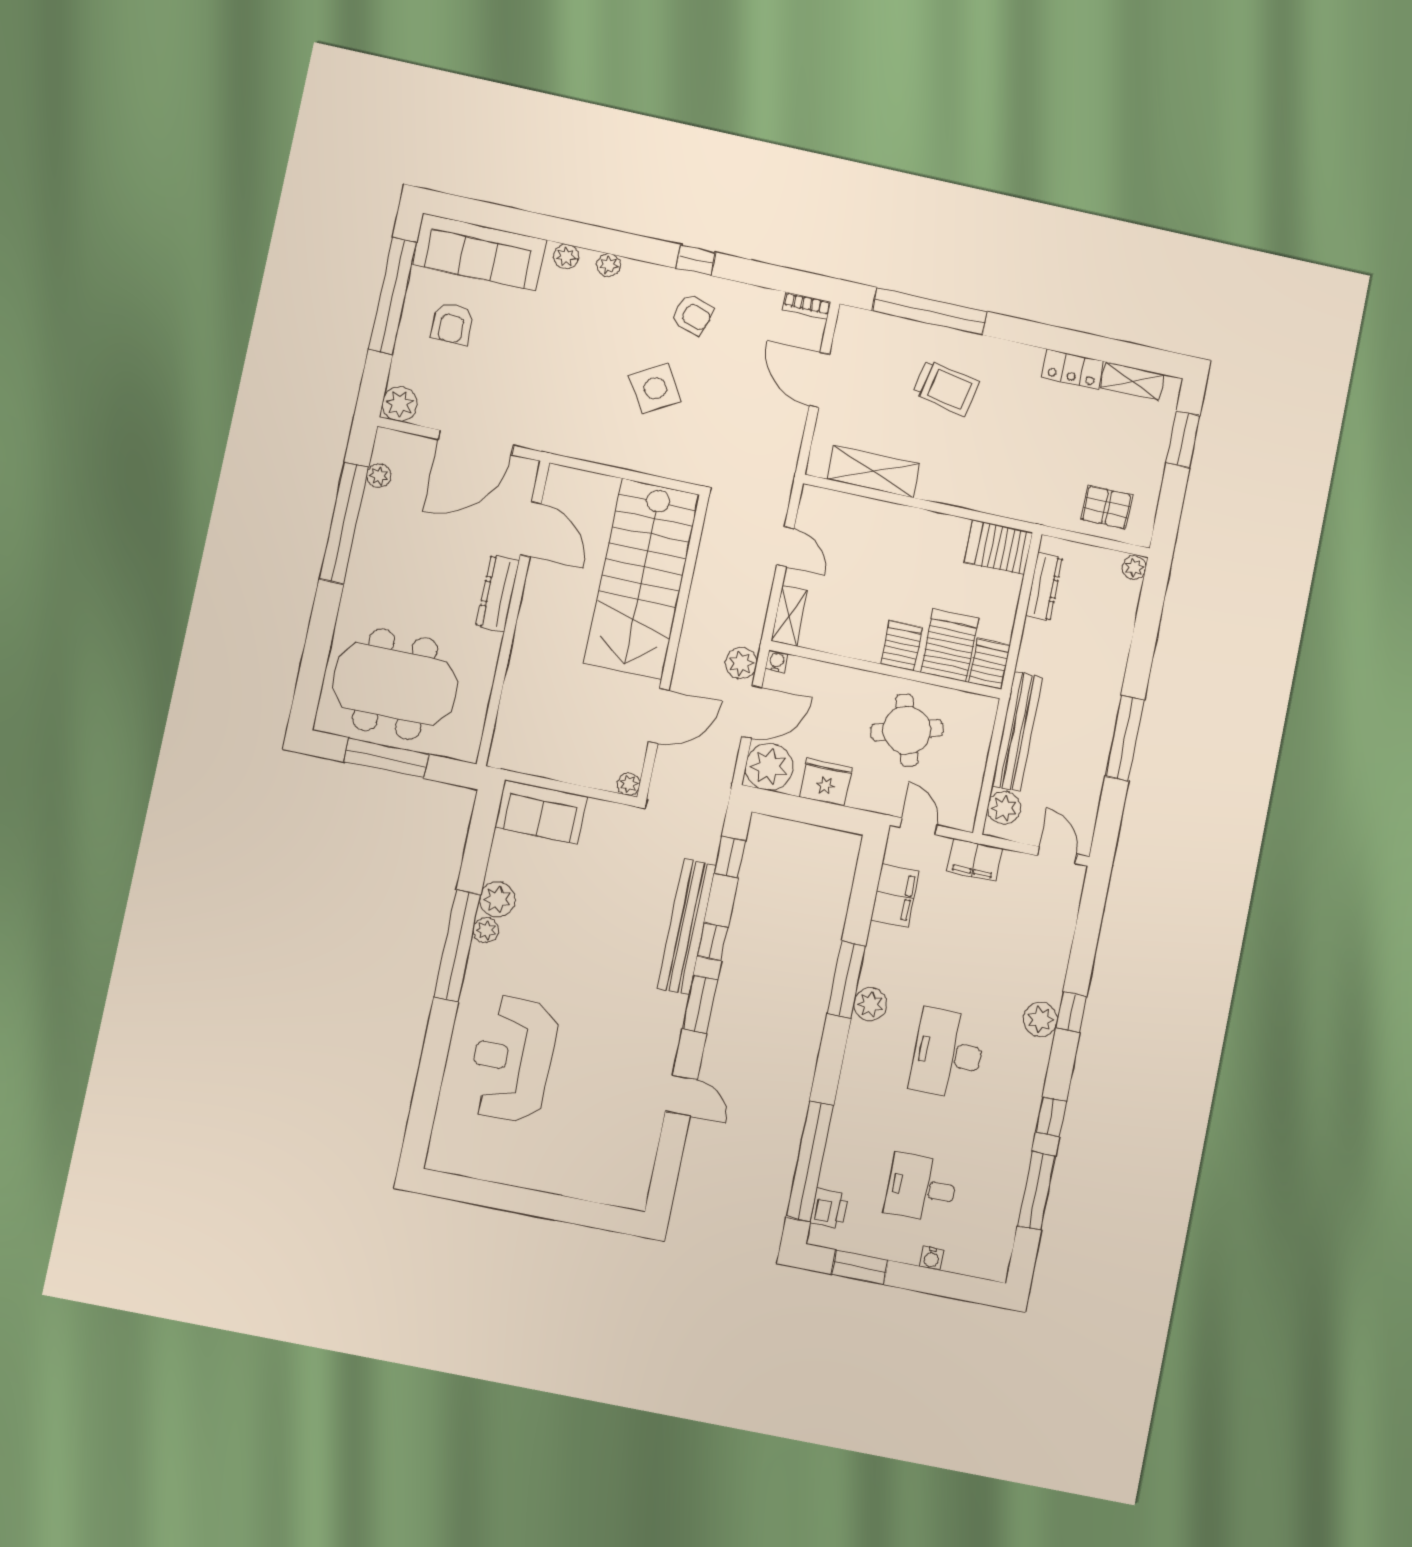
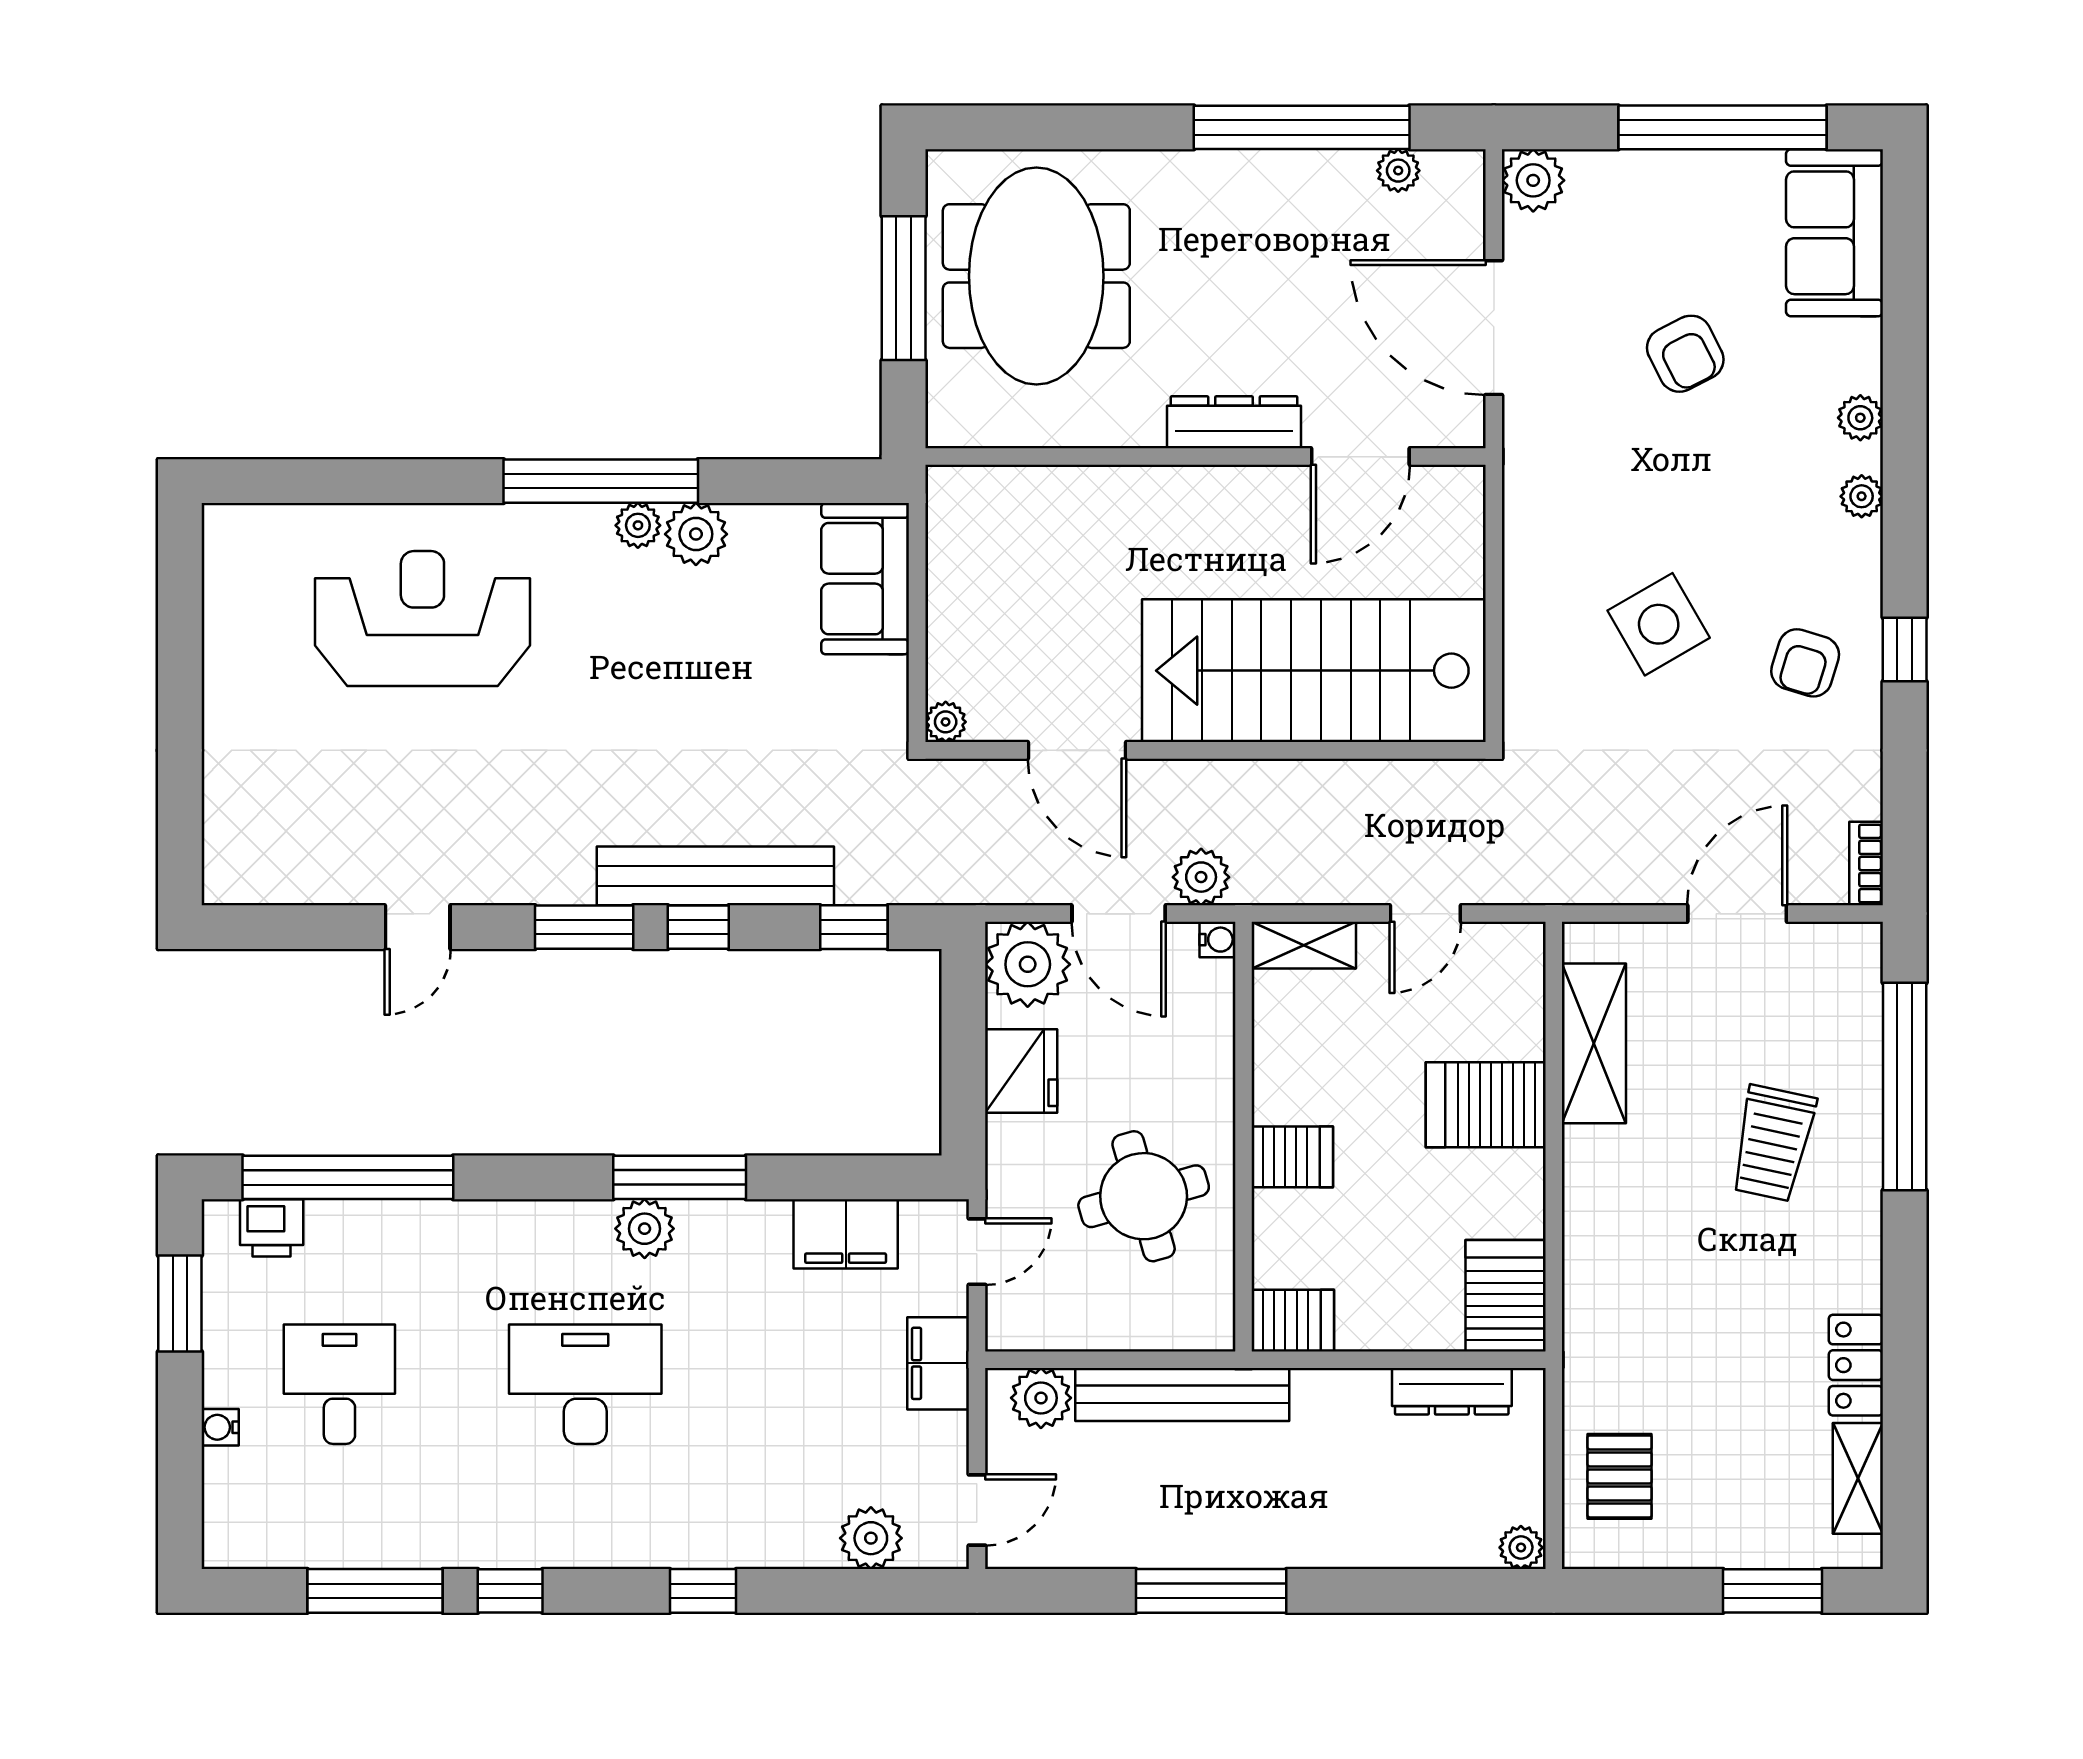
sofa: (479, 252) -> (1834, 233), width x0.73
armchair: (452, 323) -> (1685, 354), moved, turned -117
server rack: (950, 645) -> (1486, 1105), moved, turned 180
plant: (1040, 1019) -> (871, 1538), moved

